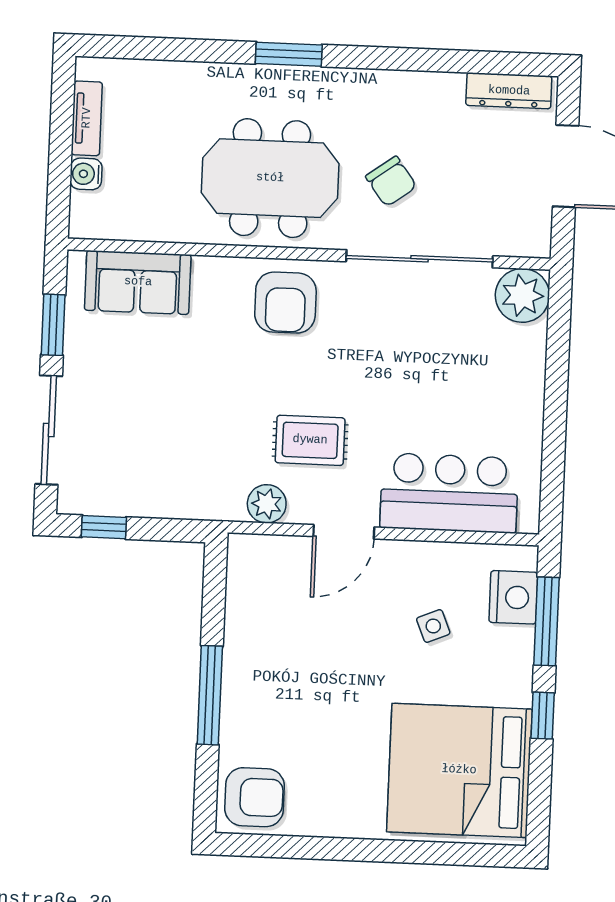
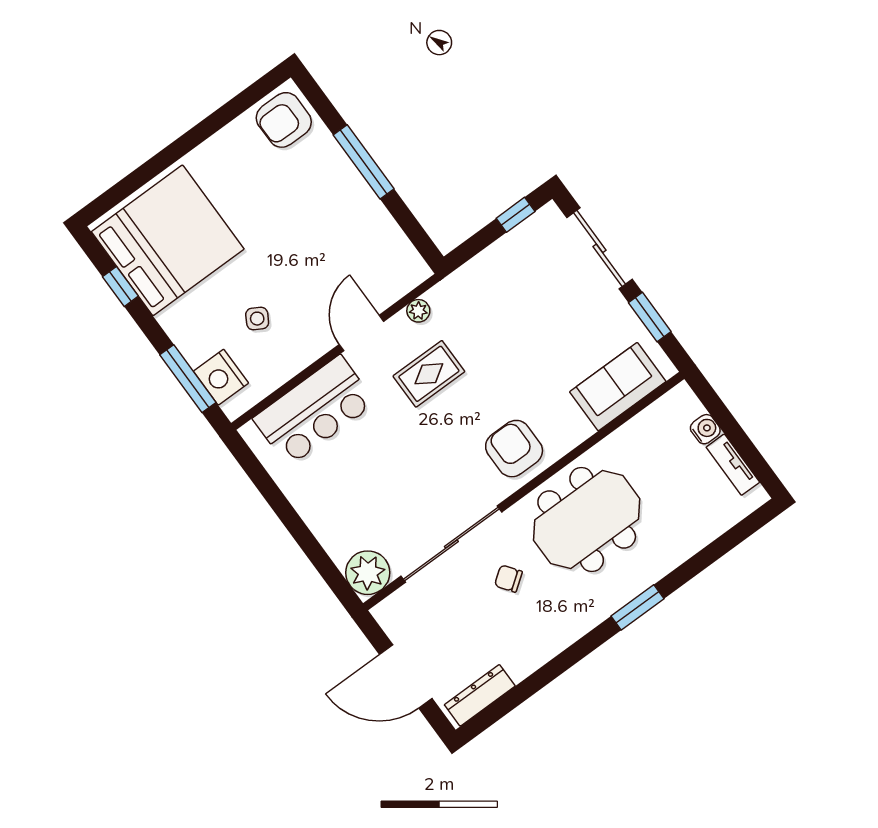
chair: (391, 181) -> (508, 579), width x0.73, depth x0.73
plant: (267, 504) -> (418, 311), width x0.73, depth x0.73
side table: (433, 626) -> (257, 319), turned -37
window: (543, 716) -> (120, 286), moved

